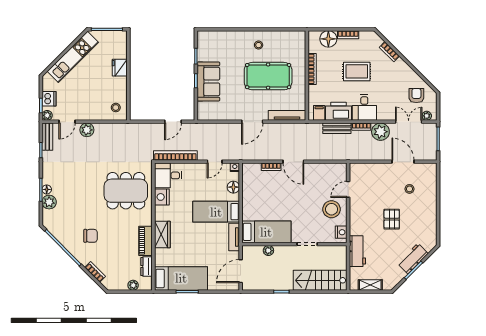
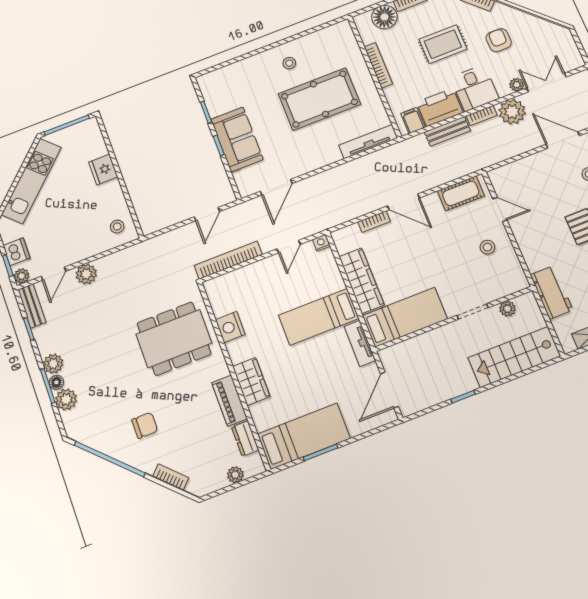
armchair: (416, 96) -> (499, 40), moved
plant: (427, 116) -> (517, 85), moved
door: (252, 122) -> (276, 187), moved
cot: (329, 170) -> (461, 193), added
desk: (168, 175) -> (228, 293), removed
plant: (49, 177) -> (53, 364), added
floor lamp: (233, 187) -> (330, 272), removed
door: (348, 189) -> (500, 210), swing flipped
wardrobe: (250, 200) -> (362, 281), added
stool: (332, 209) -> (487, 247), width x0.53, depth x0.53
nightstand: (341, 232) -> (516, 275), removed
plant: (268, 251) -> (508, 309), moved

